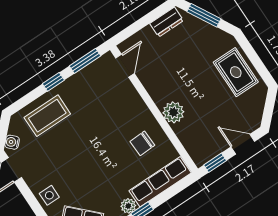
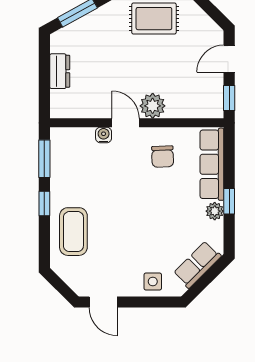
dresser: (167, 22) -> (60, 71), moved
door: (125, 66) -> (126, 123), moved
water cooler: (12, 142) -> (104, 135), moved, turned 135

